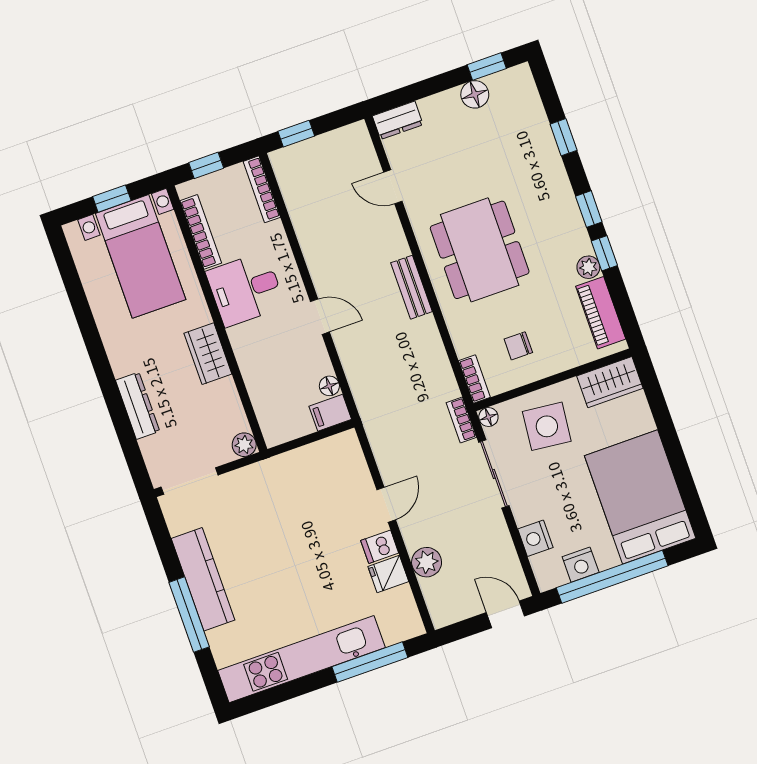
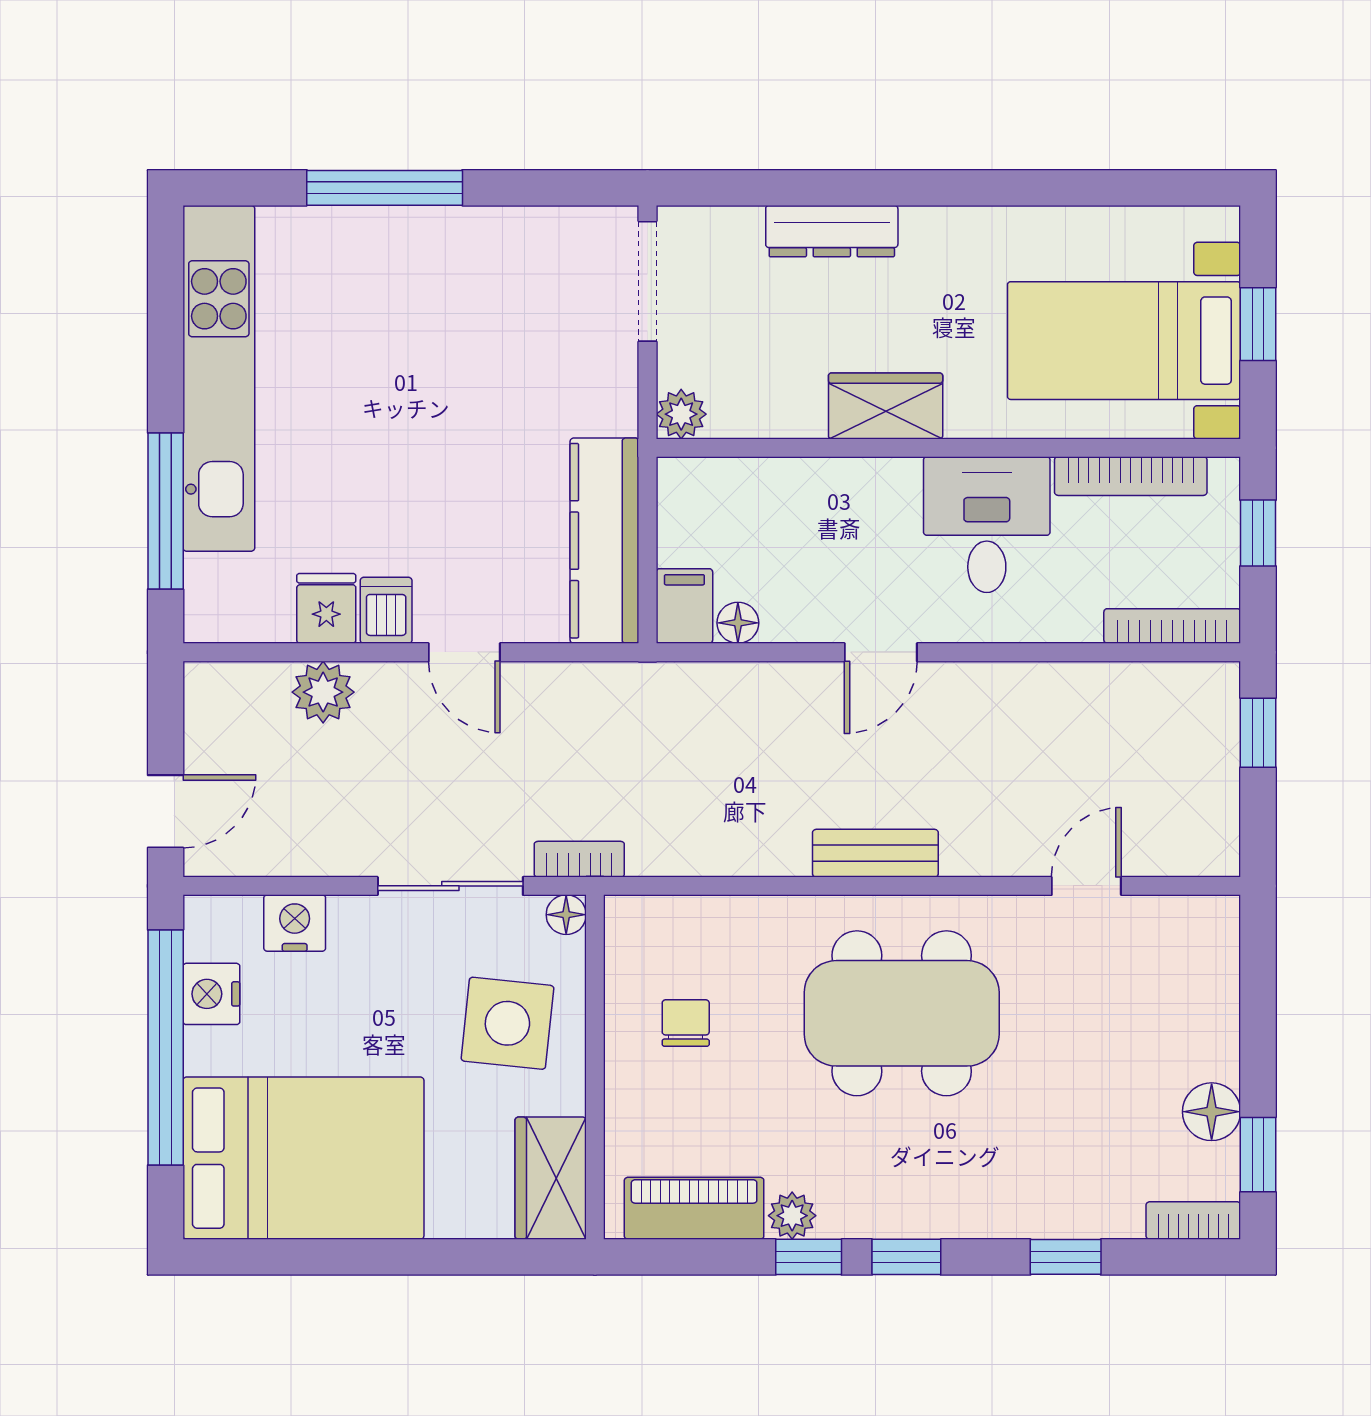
dresser: (398, 120) -> (1214, 942), removed
bookcase: (474, 379) -> (1193, 1221), moved, turned 180
kitchen counter: (203, 579) -> (604, 541), moved, turned 90

